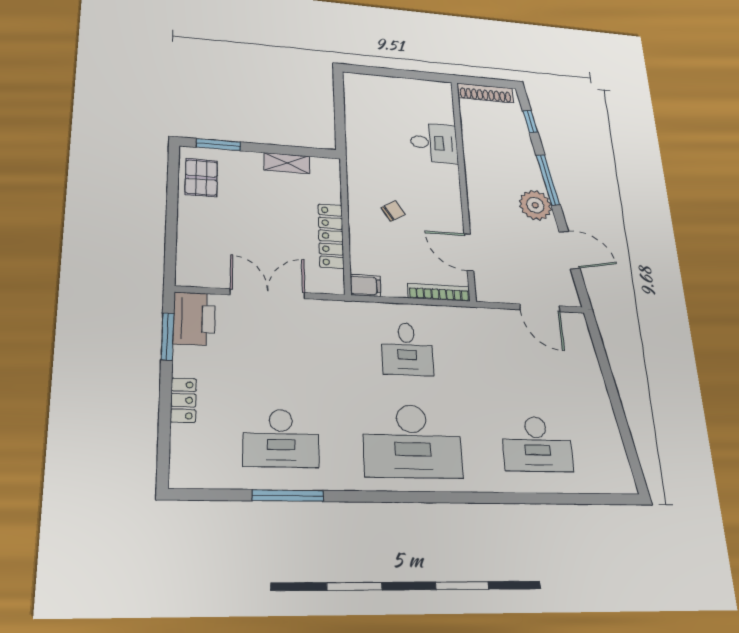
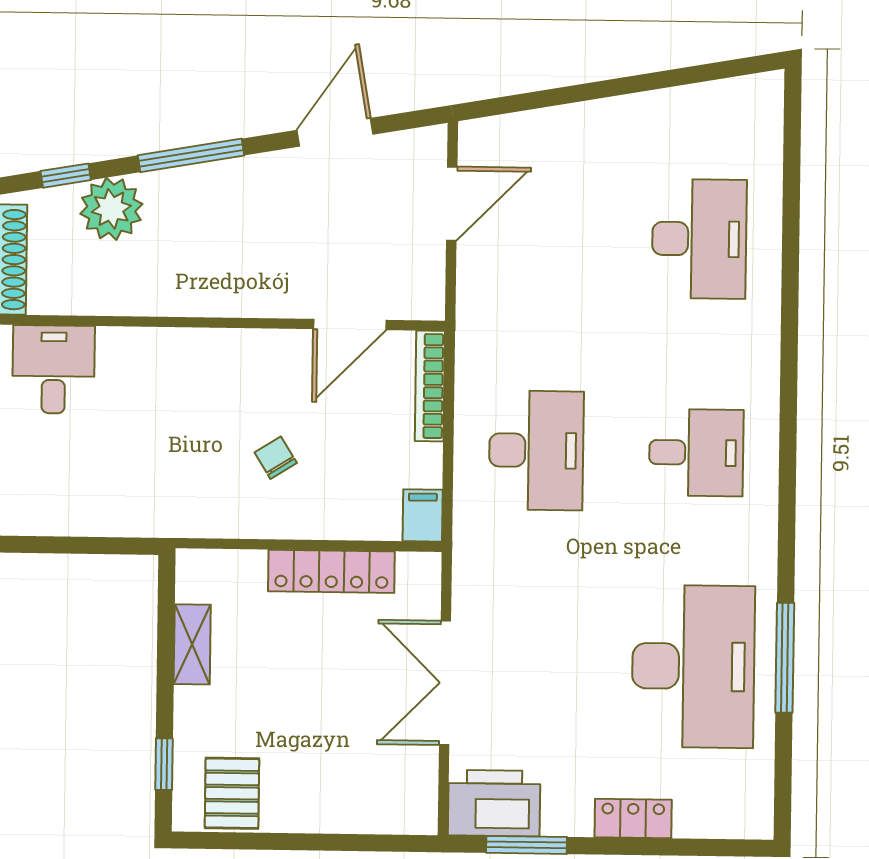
desk: (434, 143) -> (54, 369), moved
window: (218, 145) -> (164, 764), width x0.67
pallet: (201, 178) -> (232, 793), turned 90
plant: (535, 205) -> (111, 209), moved
desk: (407, 349) -> (536, 450), width x1.37
desk: (281, 438) -> (693, 666), width x1.36, depth x1.30
desk: (412, 441) -> (696, 453), width x0.53, depth x0.77

